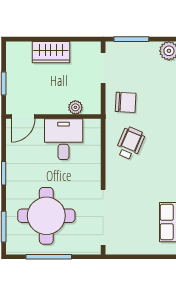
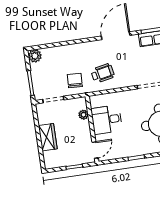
door: (23, 117) -> (95, 150), hinge flipped
wheelchair: (130, 143) -> (103, 73), turned 146

